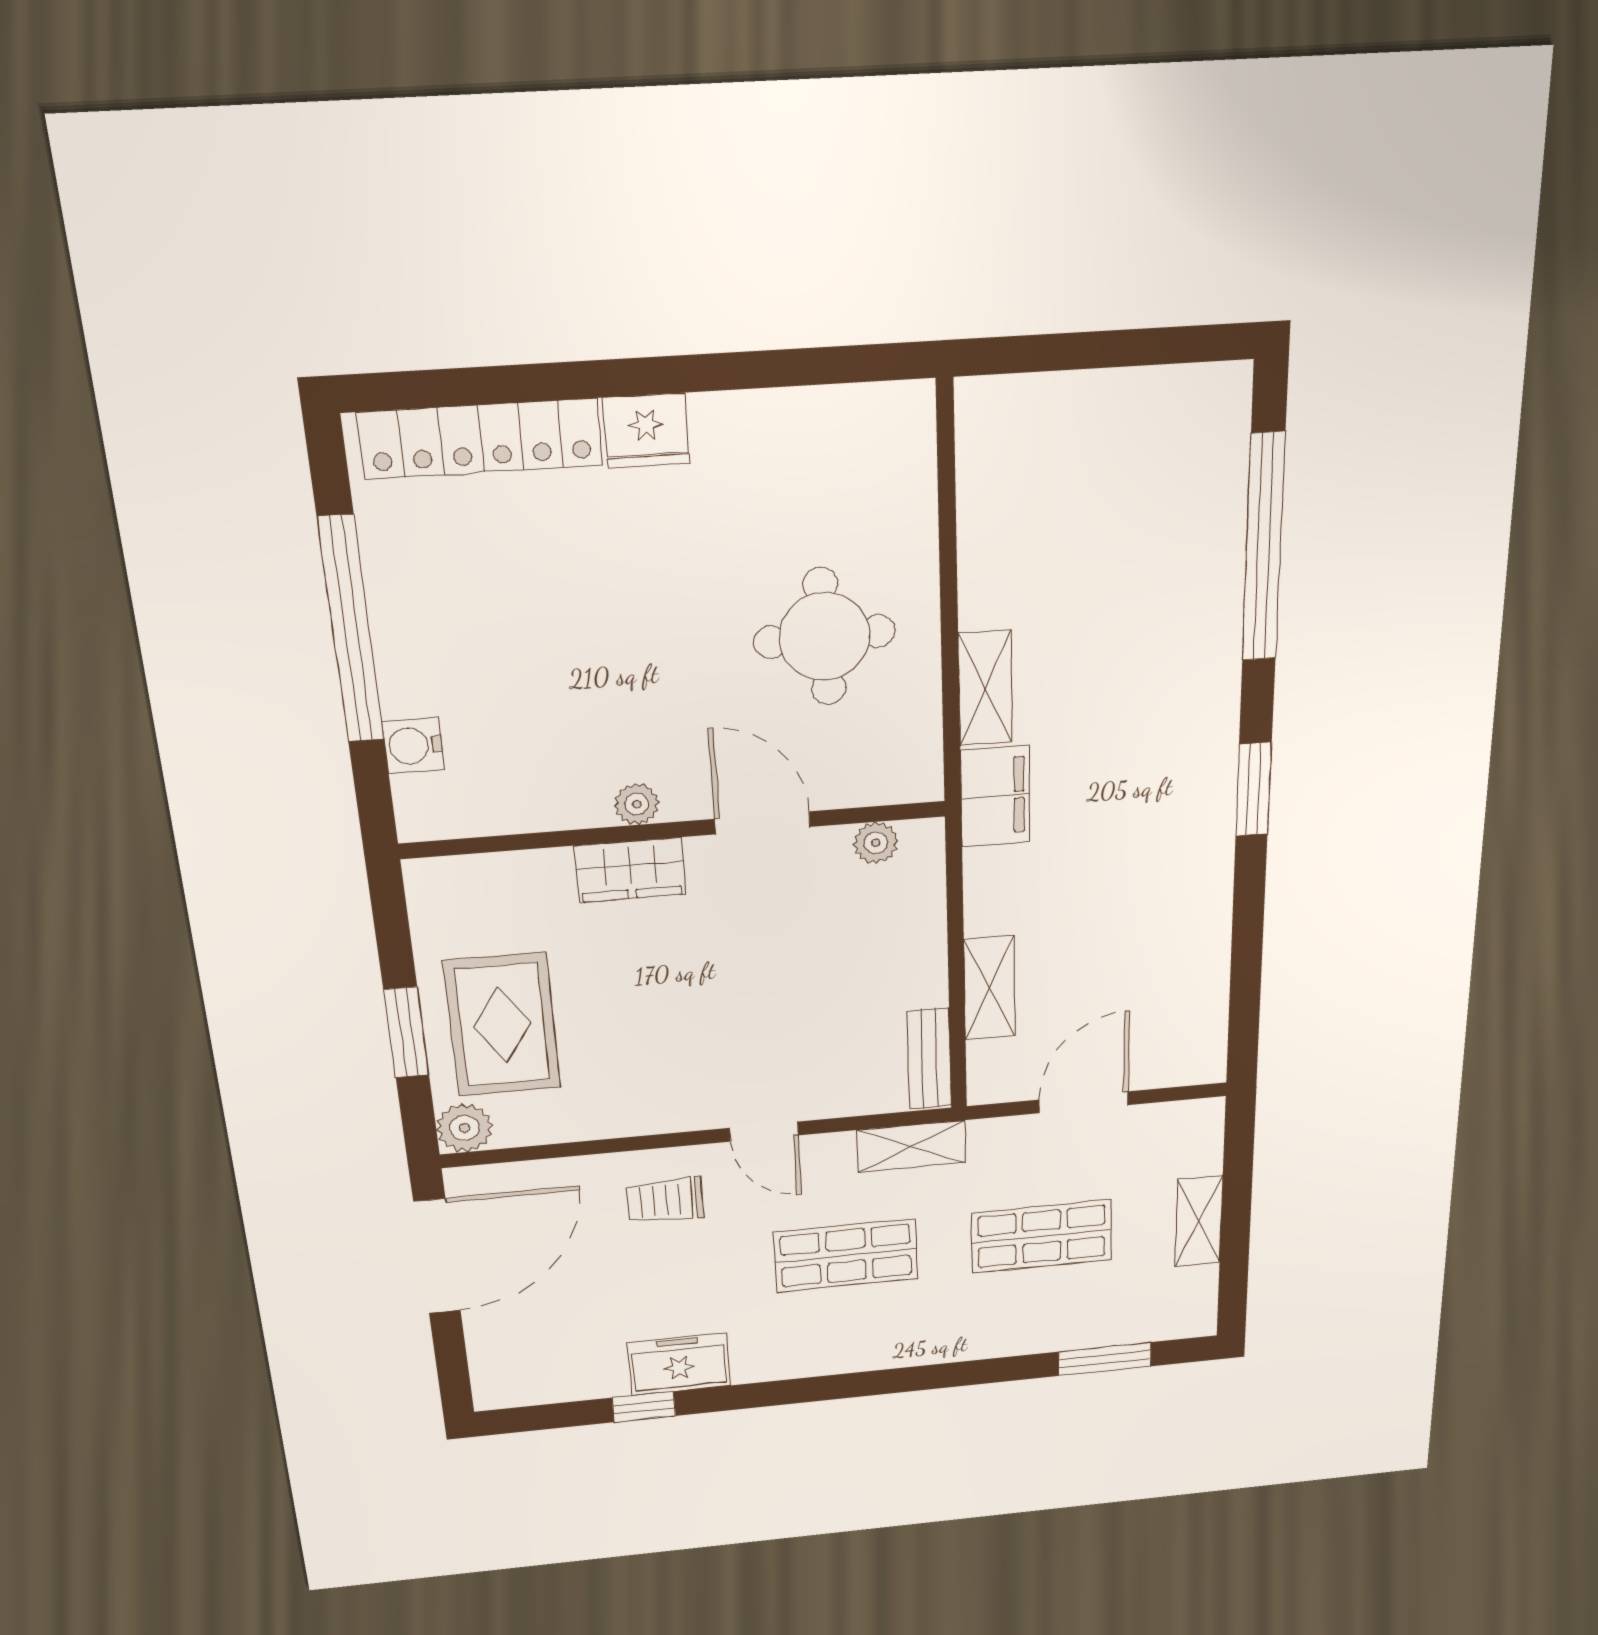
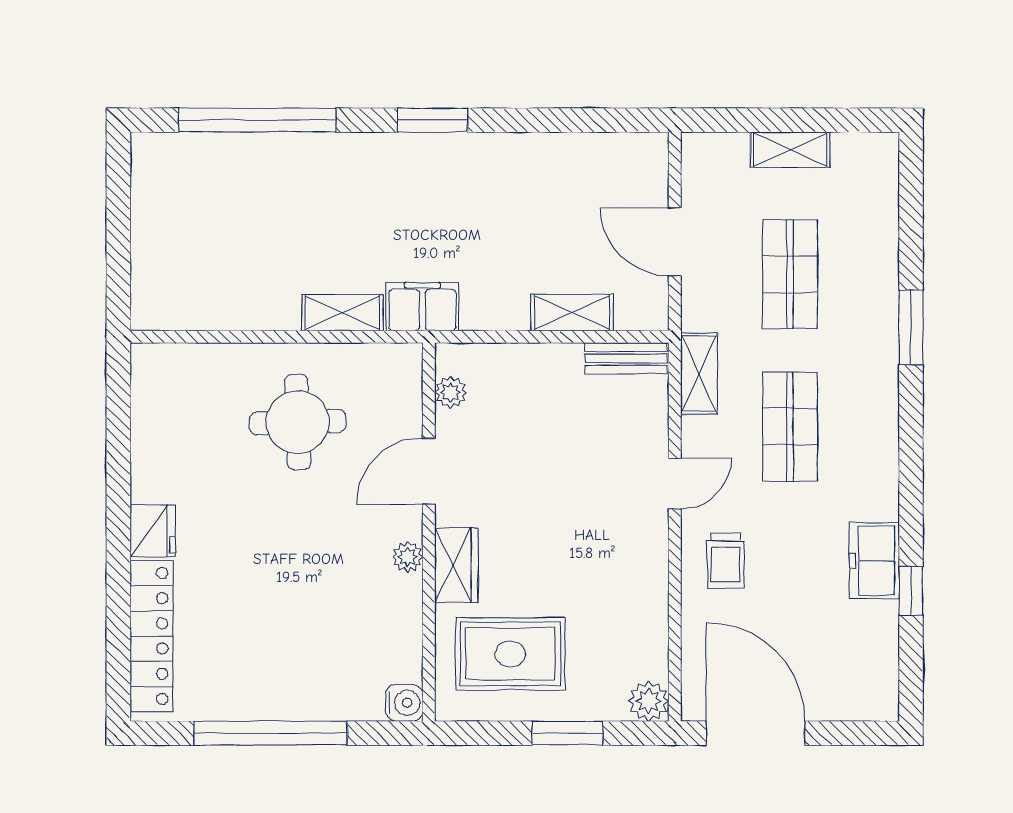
water cooler: (413, 746) -> (404, 703), moved, turned -90
rug: (502, 1025) -> (510, 654), moved
window: (1105, 1359) -> (911, 327), moved

